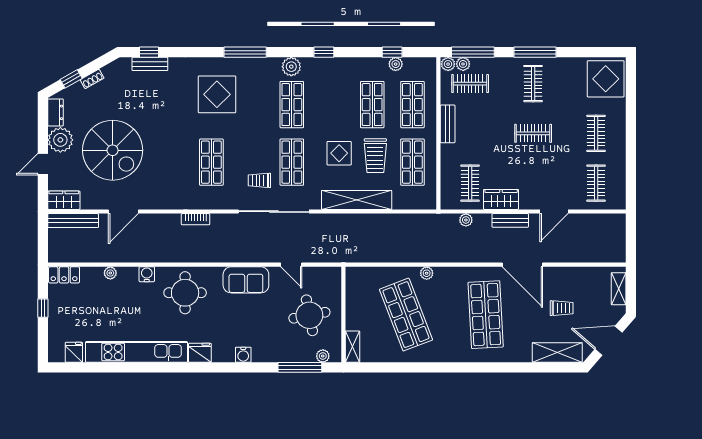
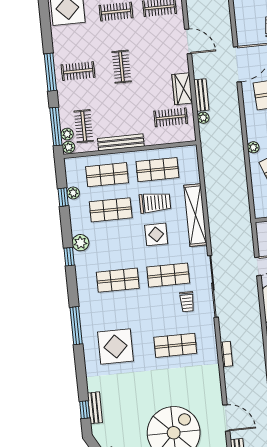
plant: (291, 67) -> (80, 243), moved
bench: (448, 124) -> (121, 142), width x1.36
bench: (510, 220) -> (201, 95), moved

